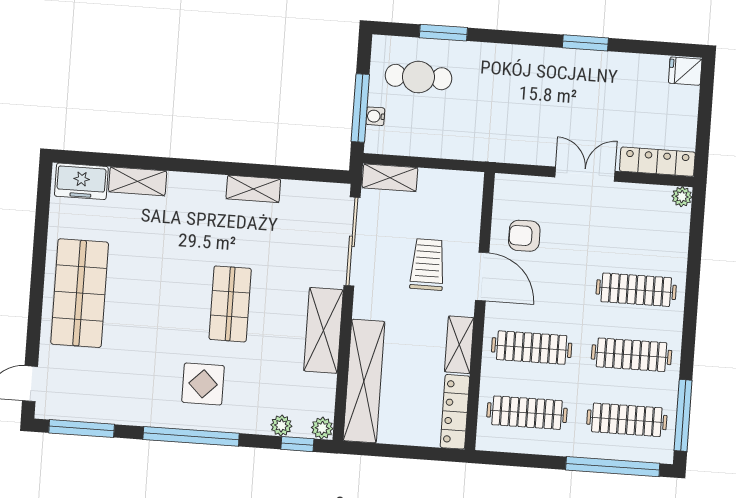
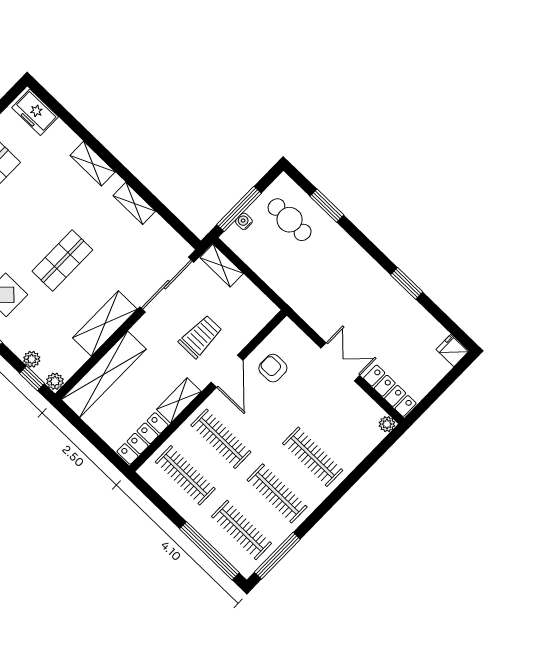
shelving: (138, 181) -> (93, 164), moved

